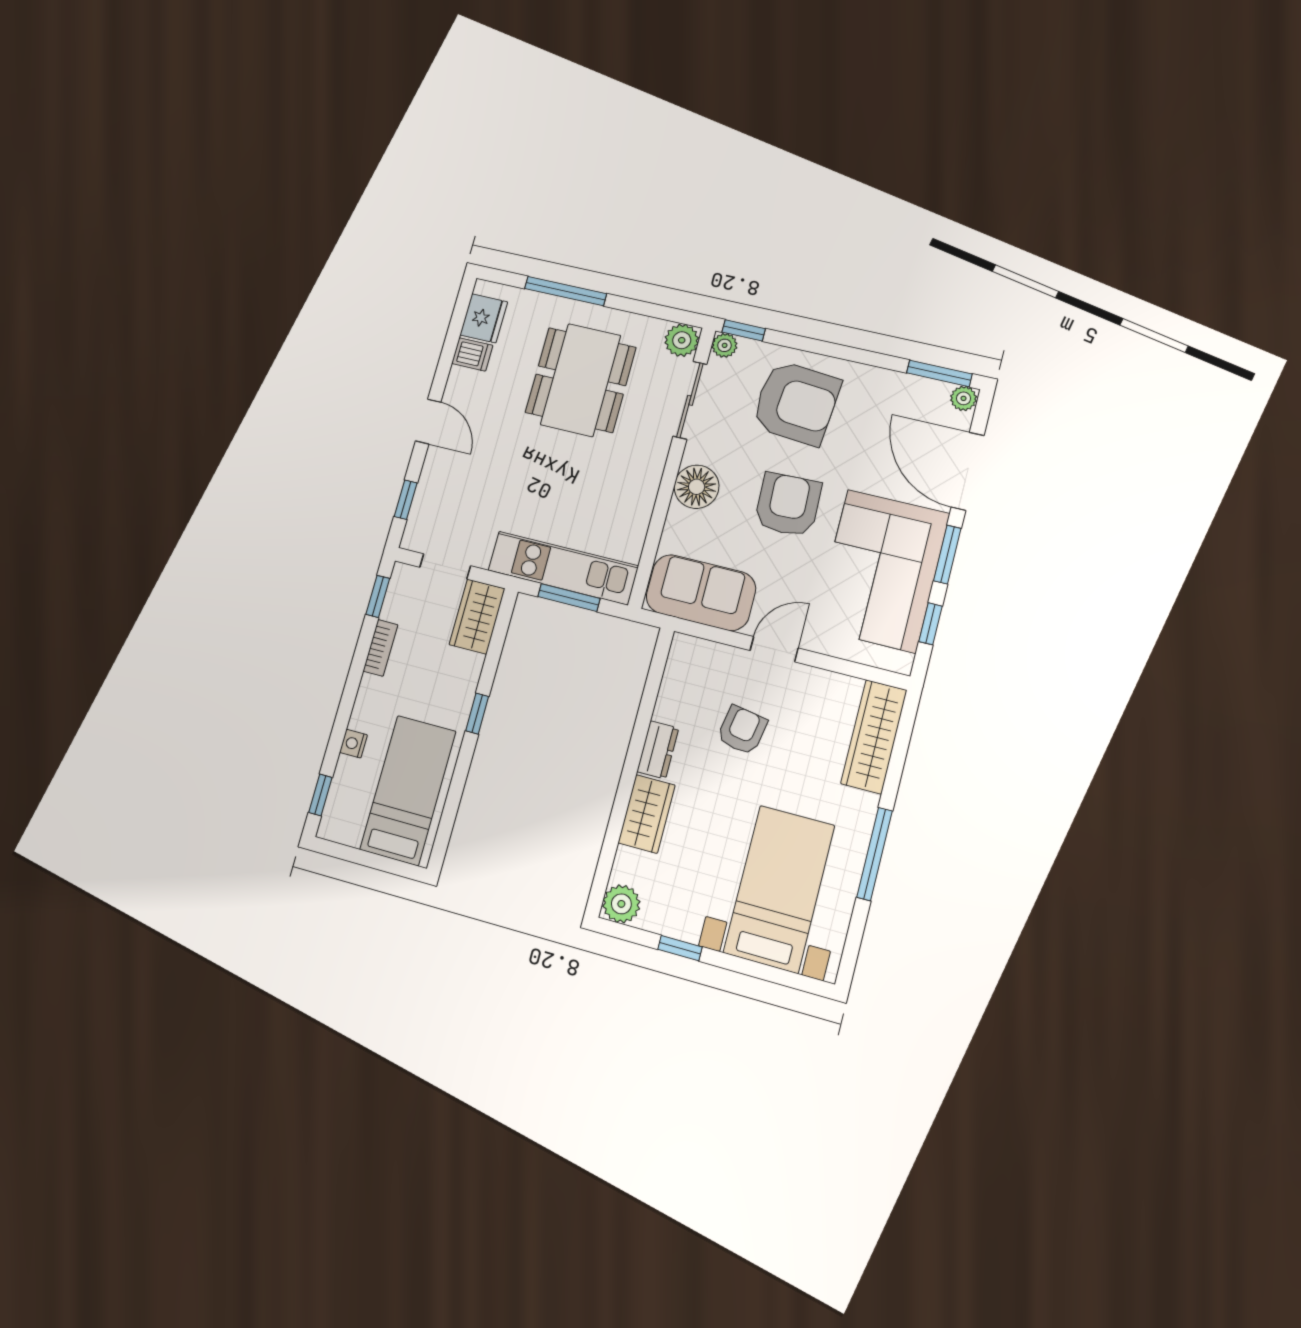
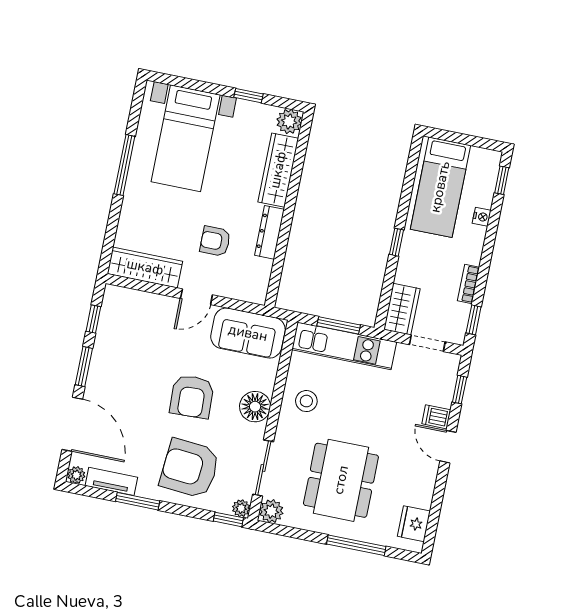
dishwasher: (472, 354) -> (436, 417), moved
window: (939, 373) -> (138, 501), moved
tv unit: (912, 388) -> (111, 481), added
stool: (622, 492) -> (306, 401), added
corner sofa: (882, 571) -> (127, 353), removed
armchair: (742, 730) -> (215, 241), turned 80
wardrobe: (874, 737) -> (145, 267), moved, turned -90
dresser: (658, 750) -> (269, 232), width x1.44
wardrobe: (647, 814) -> (278, 170), width x1.50

